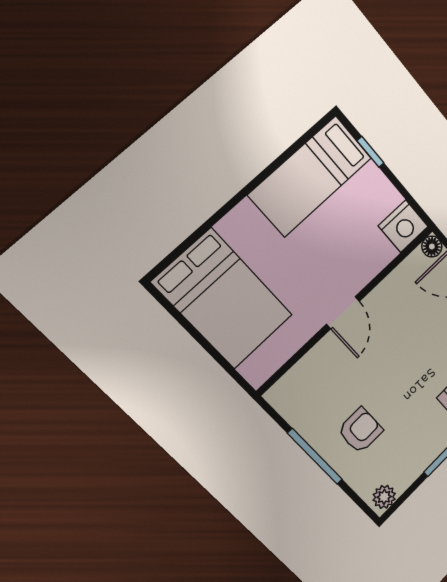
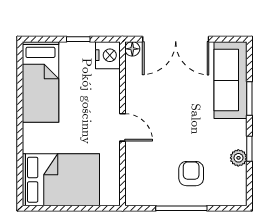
window: (370, 152) -> (78, 39), moved
plant: (384, 497) -> (238, 158), moved

